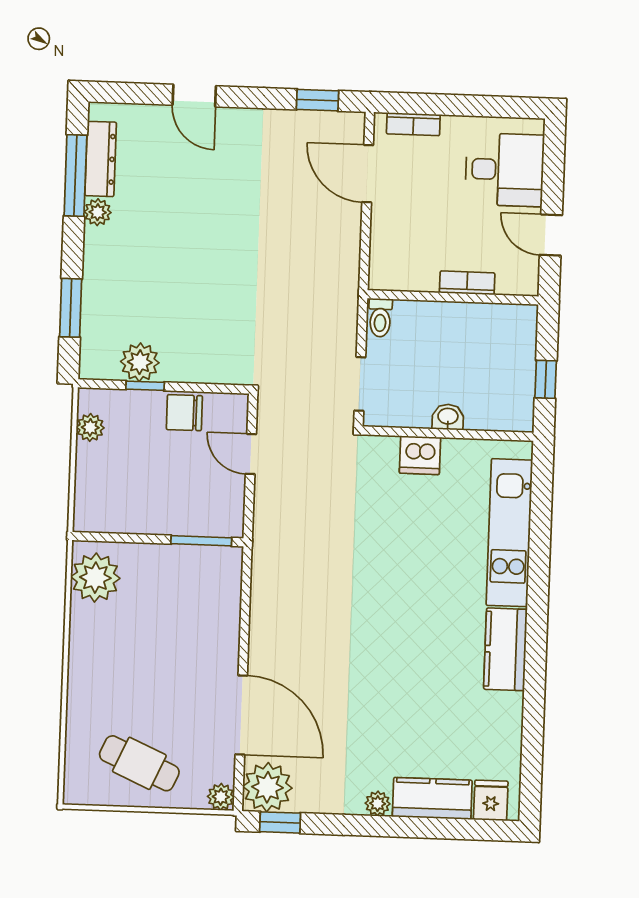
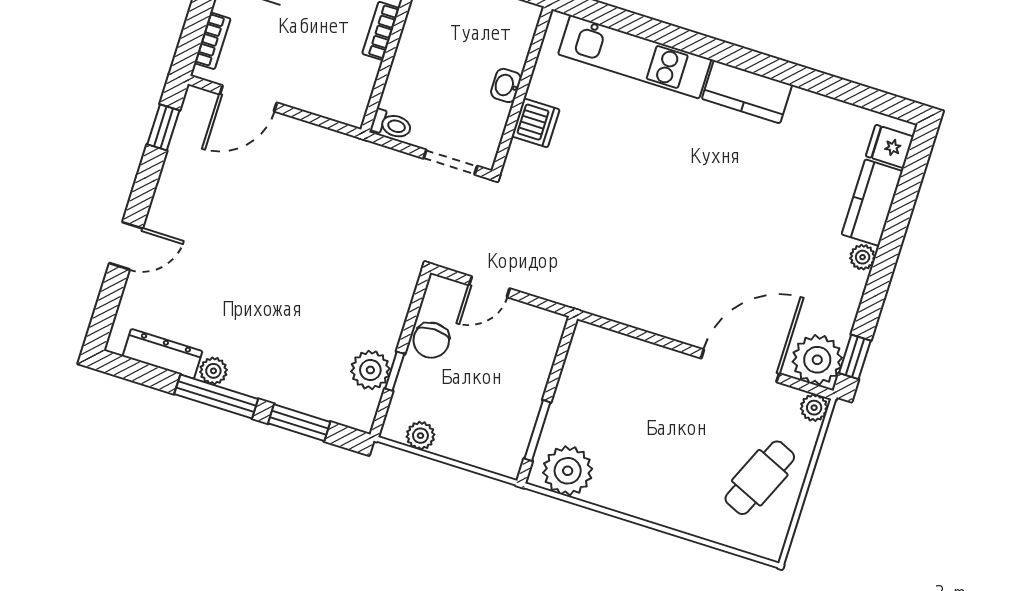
window: (75, 175) -> (216, 396), moved
window: (201, 541) -> (537, 430), moved

